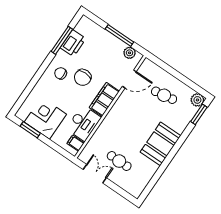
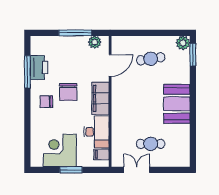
window: (30, 130) -> (71, 170), moved

